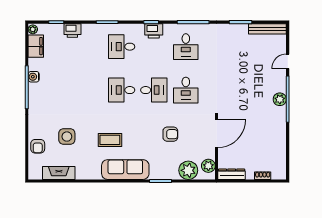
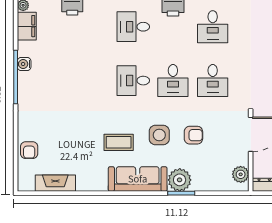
desk: (154, 90) -> (173, 81), turned 90
side table: (67, 137) -> (159, 135), moved
plant: (188, 170) -> (180, 180), moved

